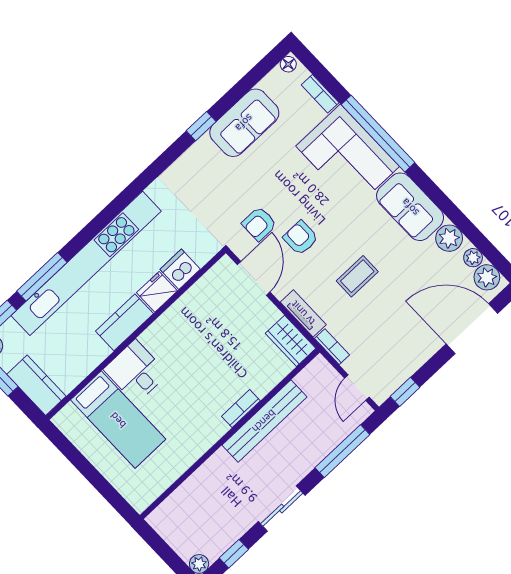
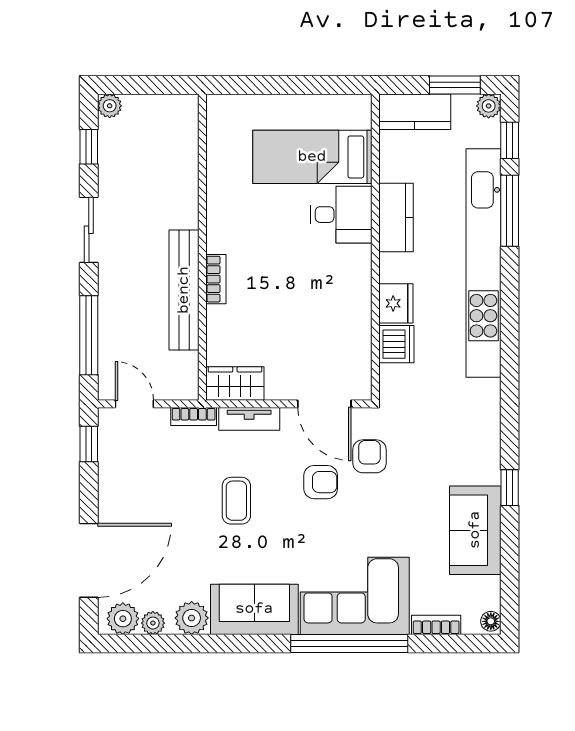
kitchen counter: (124, 322) -> (396, 217), moved

